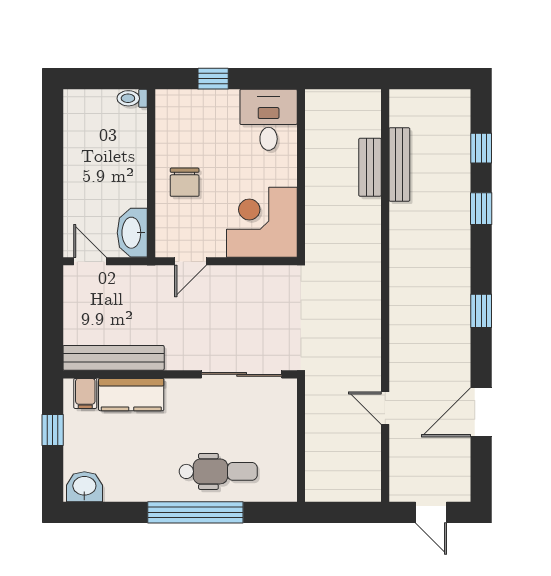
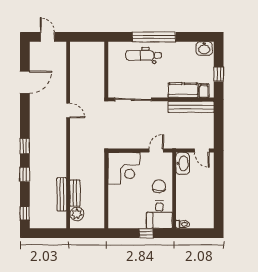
desk: (269, 120) -> (159, 215), moved
plant: (366, 121) -> (77, 214), added
window: (481, 148) -> (25, 213), moved
window: (481, 311) -> (25, 146), moved
door: (385, 408) -> (68, 110), moved

